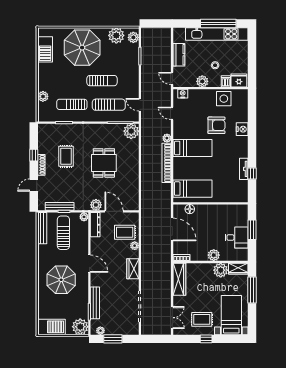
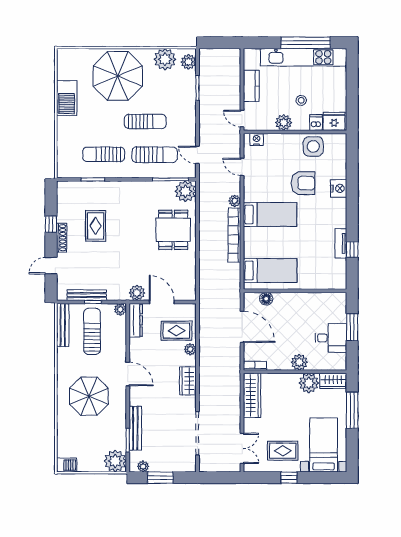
barbecue: (45, 49) -> (67, 98), moved
plant: (43, 96) -> (64, 143), removed
dining table: (104, 163) -> (173, 230), moved
barbecue: (51, 327) -> (67, 465), width x0.53, depth x0.65

